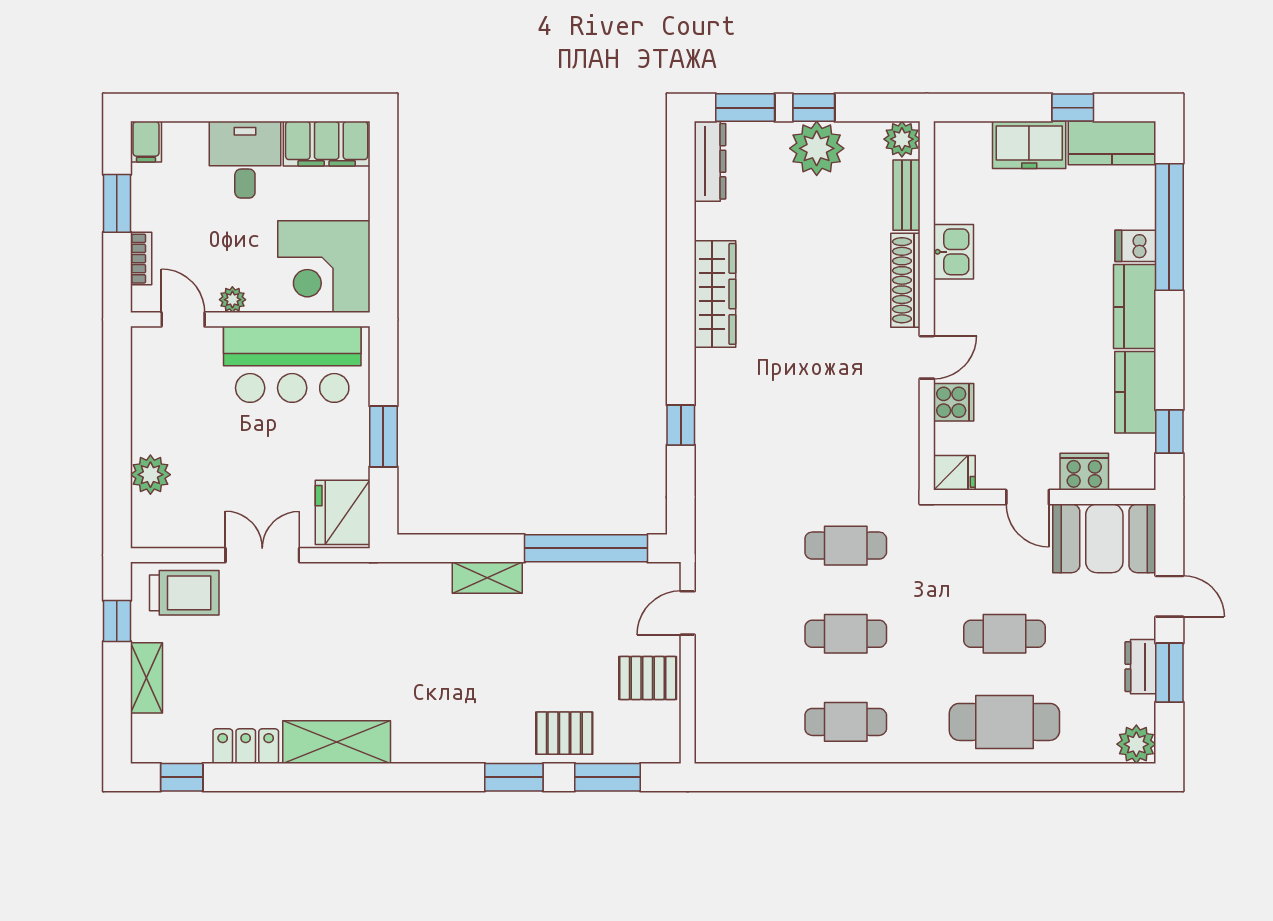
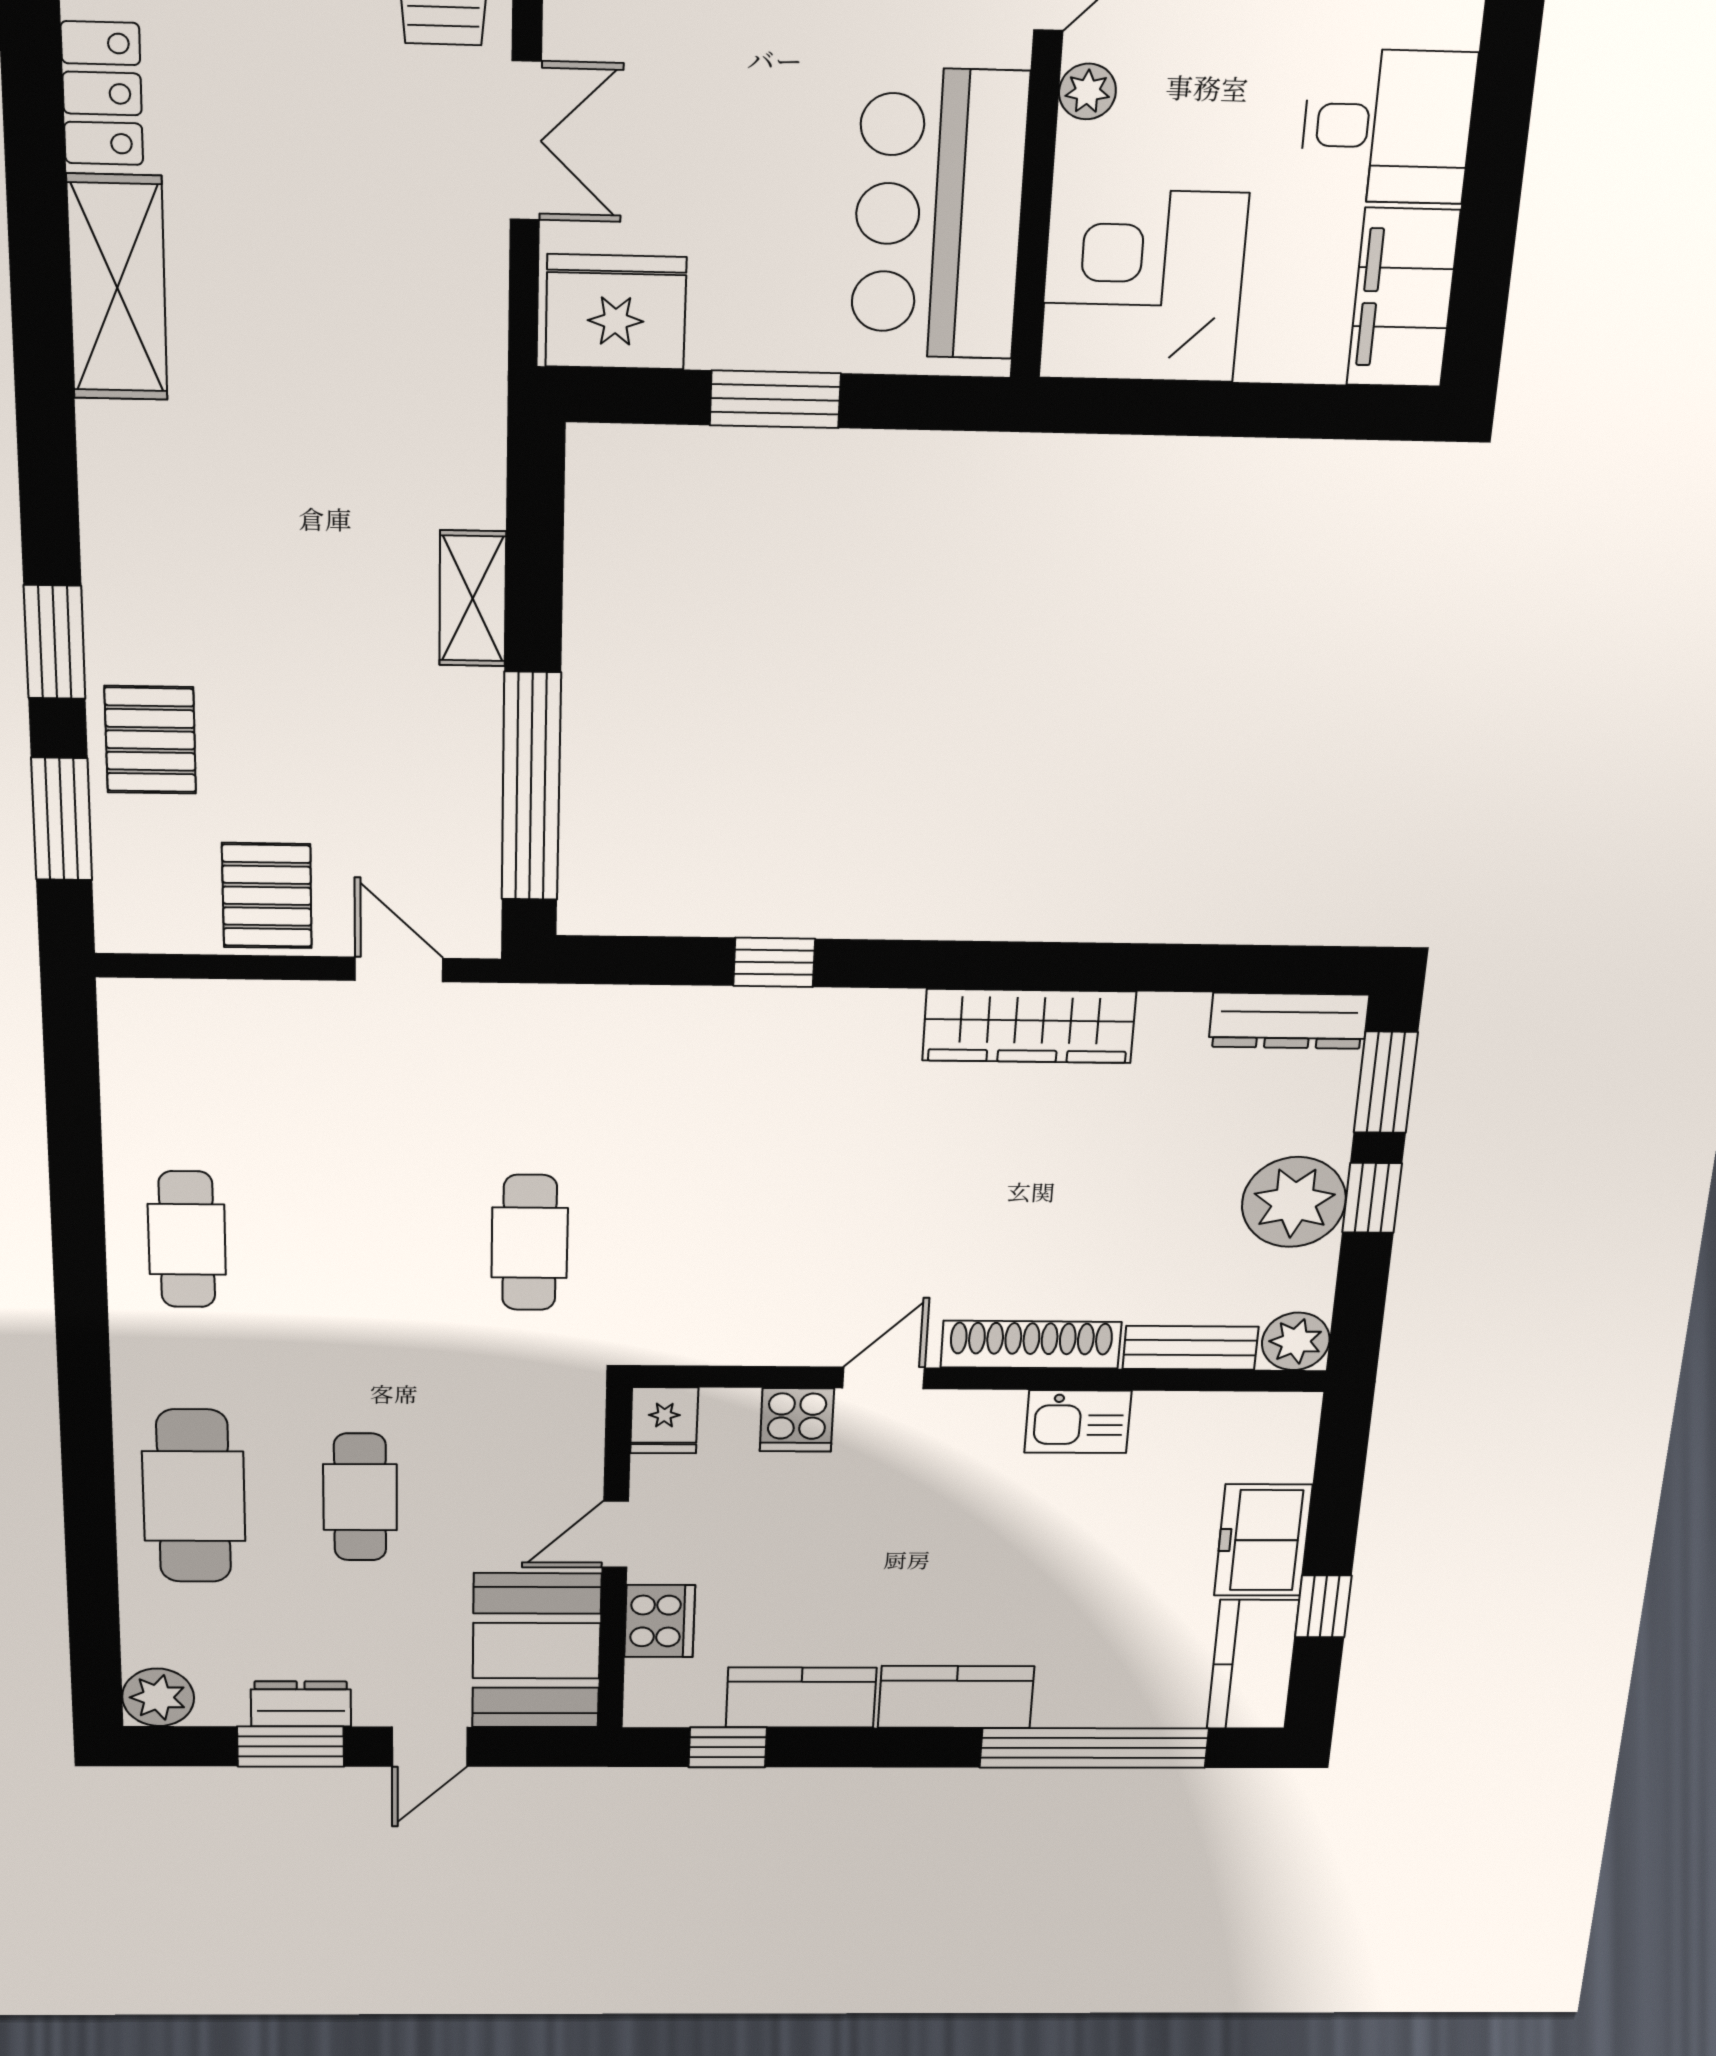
dishwasher: (1135, 246) -> (1065, 1698), removed
door: (927, 357) -> (884, 1378), swing flipped
cafe table: (846, 634) -> (359, 1241), removed

